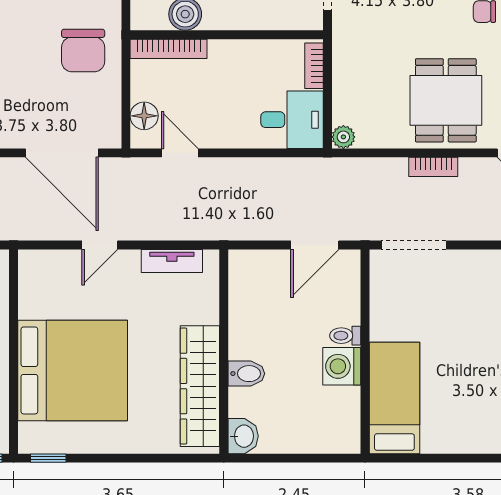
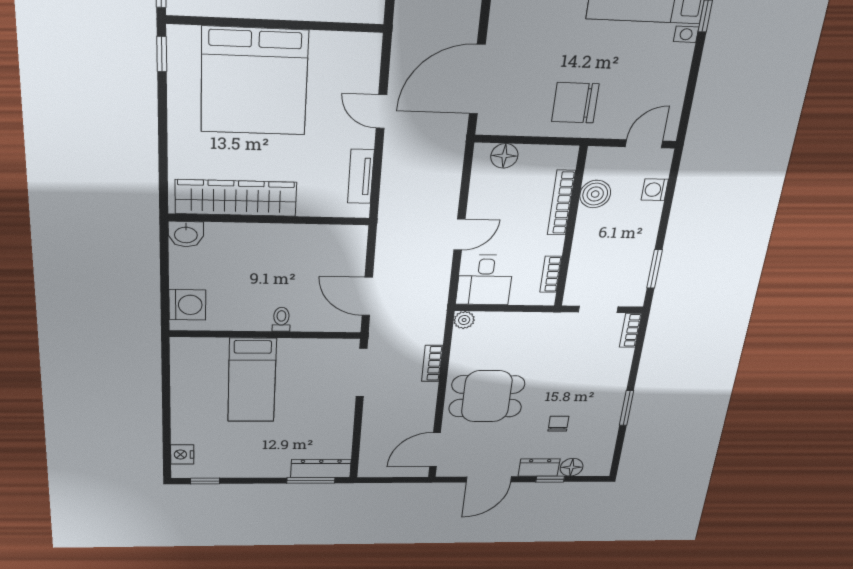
bookcase: (169, 49) -> (561, 203), moved
bookcase: (314, 66) -> (551, 274), moved, turned -90
door: (180, 153) -> (459, 234), moved
bookcase: (433, 167) -> (432, 363), moved
washing machine: (342, 366) -> (187, 305), moved, turned 90
bidet: (246, 374) -> (247, 238), removed
bed: (394, 398) -> (252, 380), moved, turned 90

